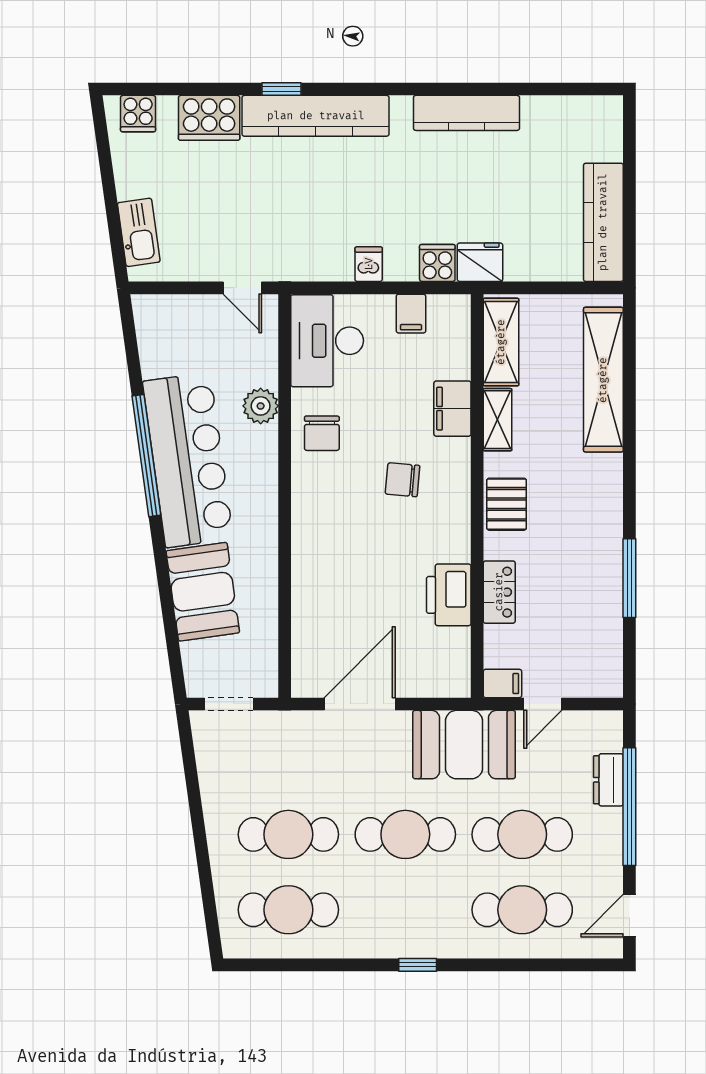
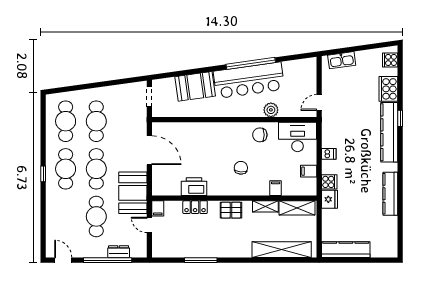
filing cabinet: (452, 409) -> (276, 188), width x0.50
cafe table: (522, 910) -> (66, 169), moved

